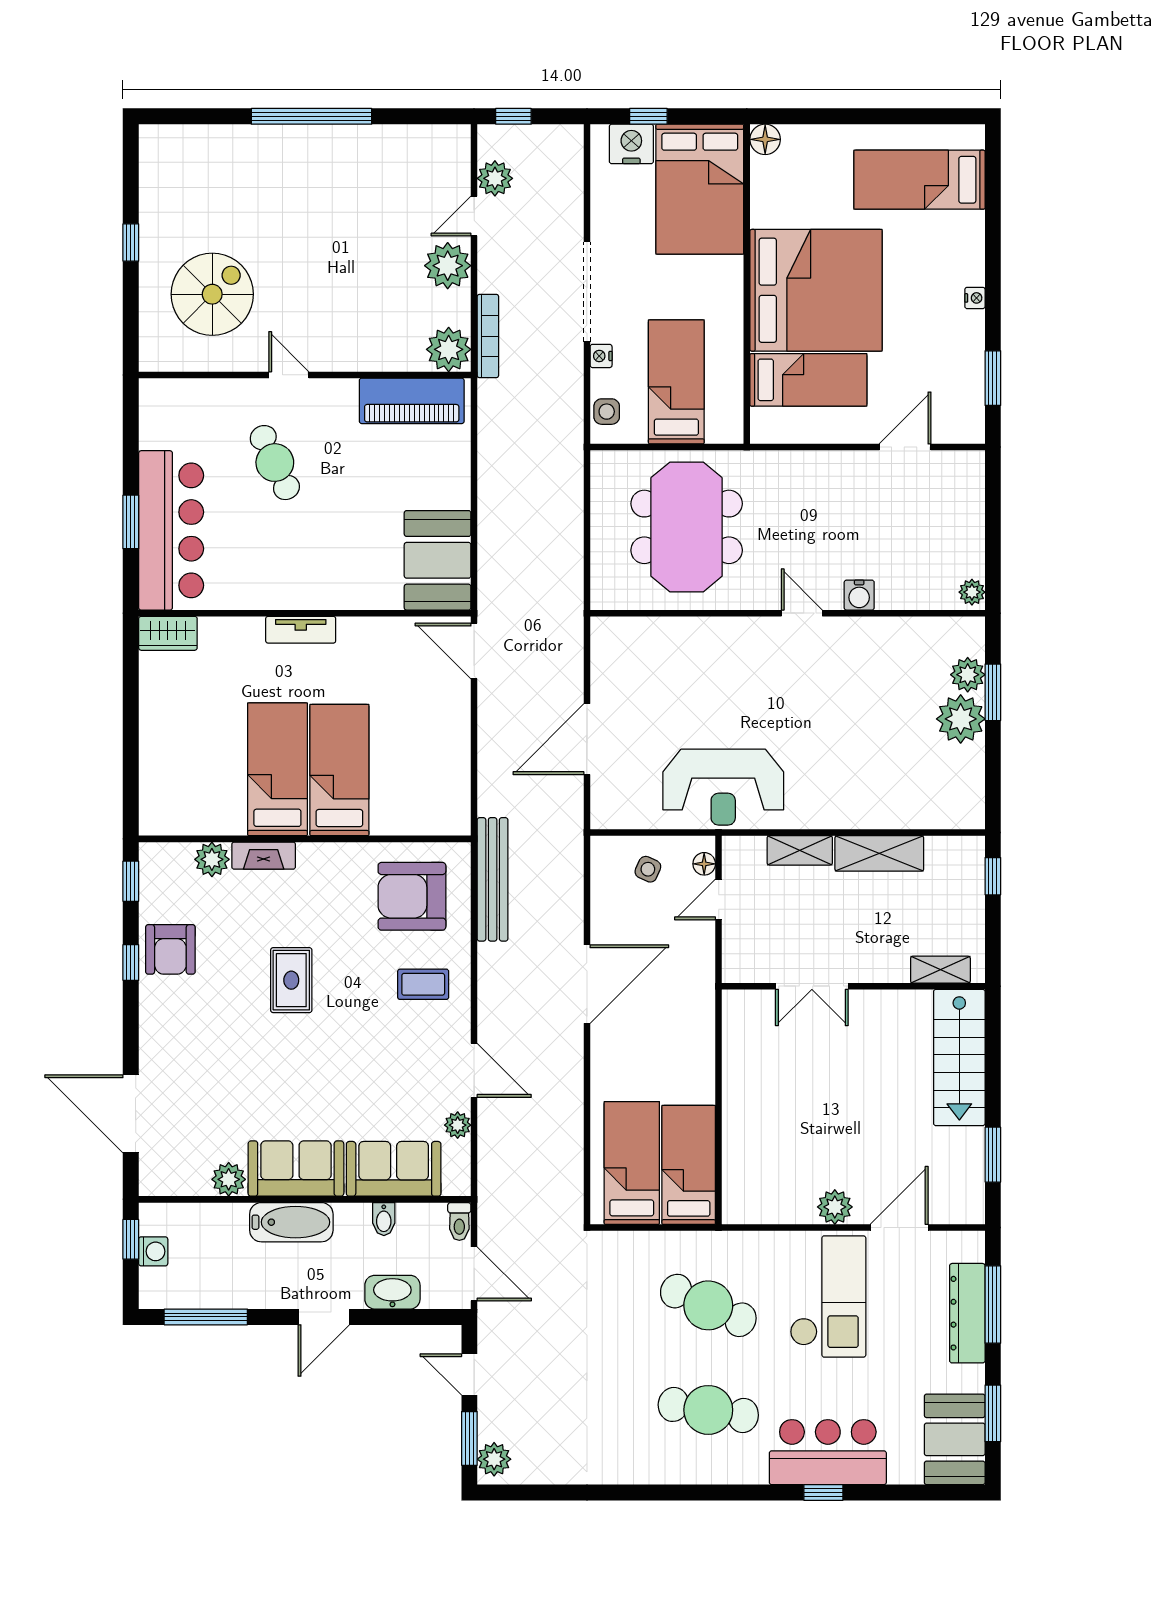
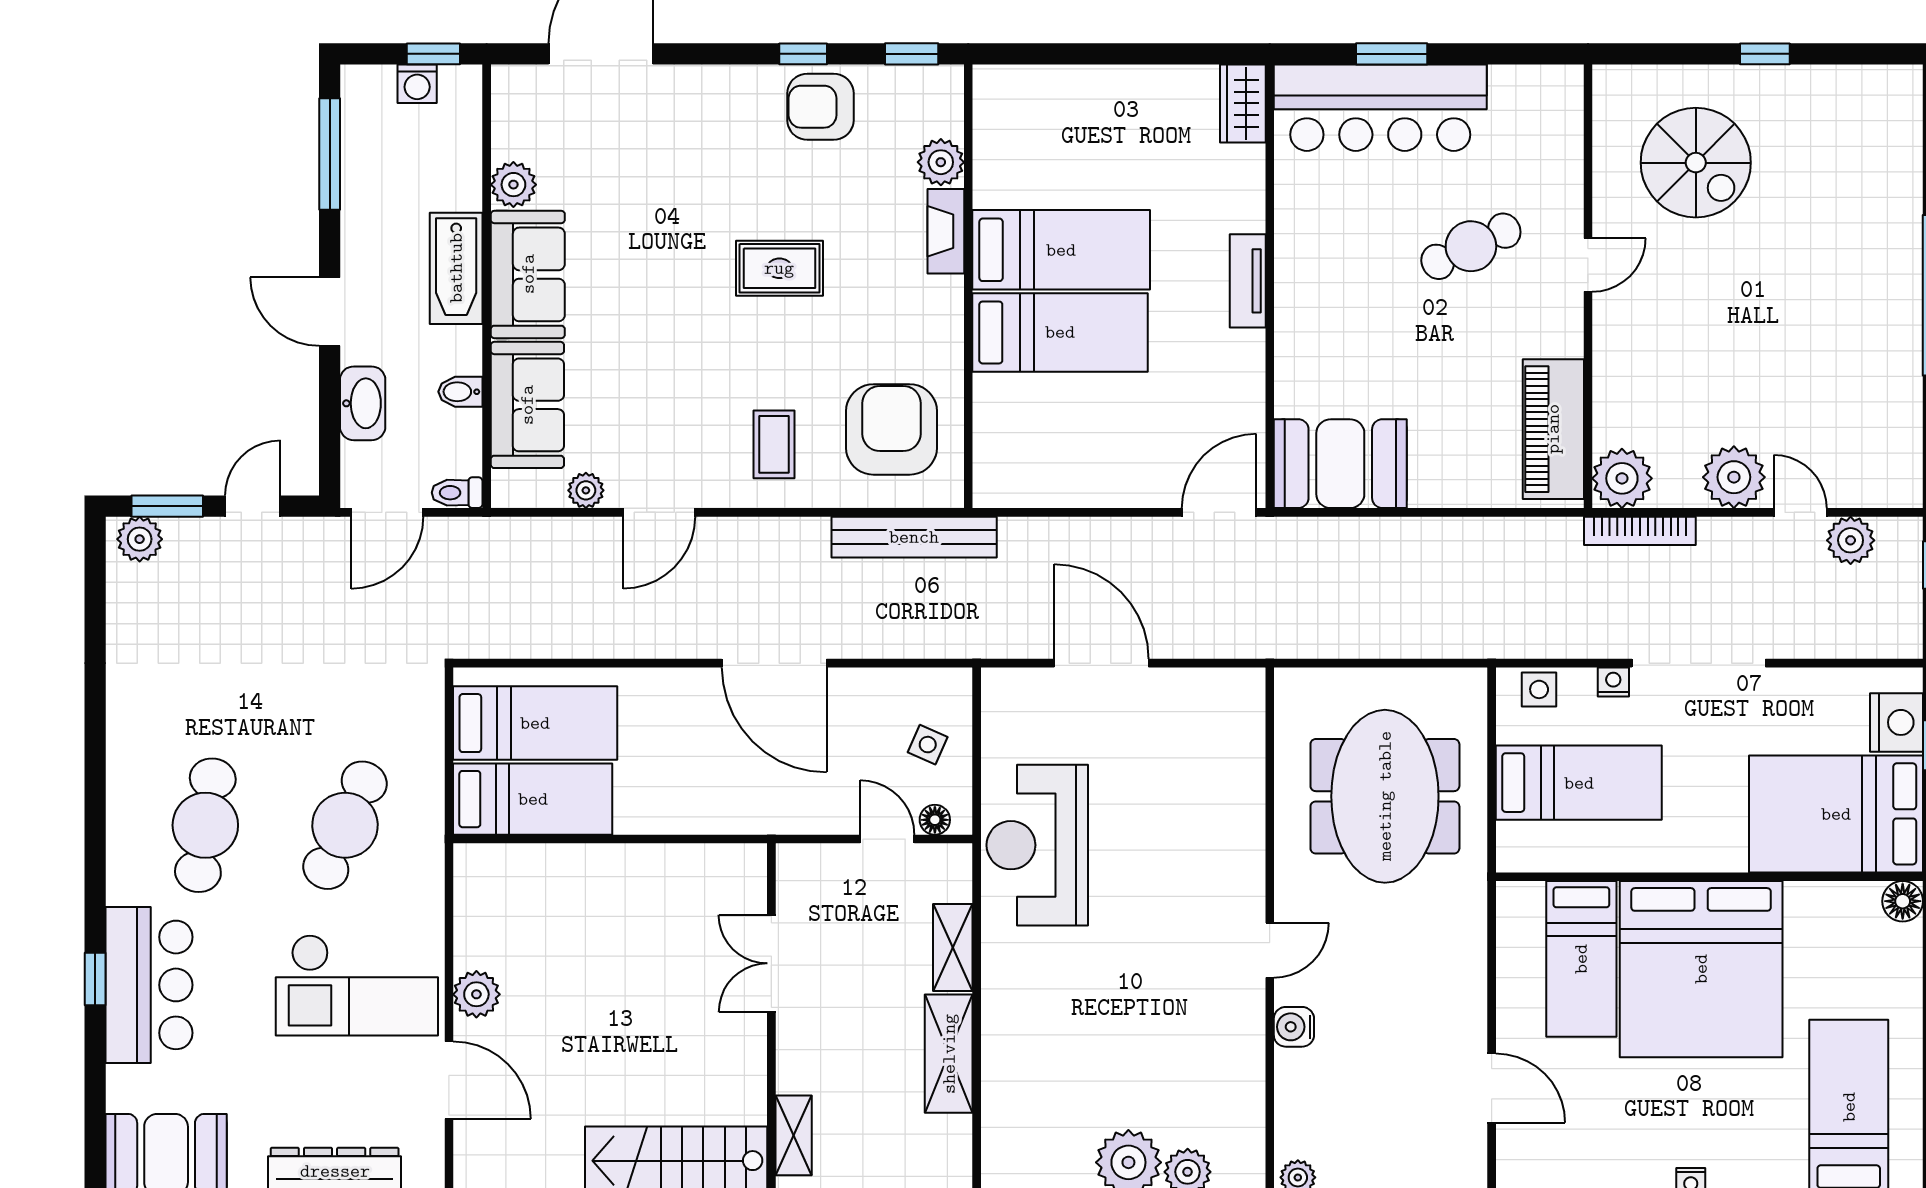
meeting table: (687, 527) -> (1385, 796), turned 90

